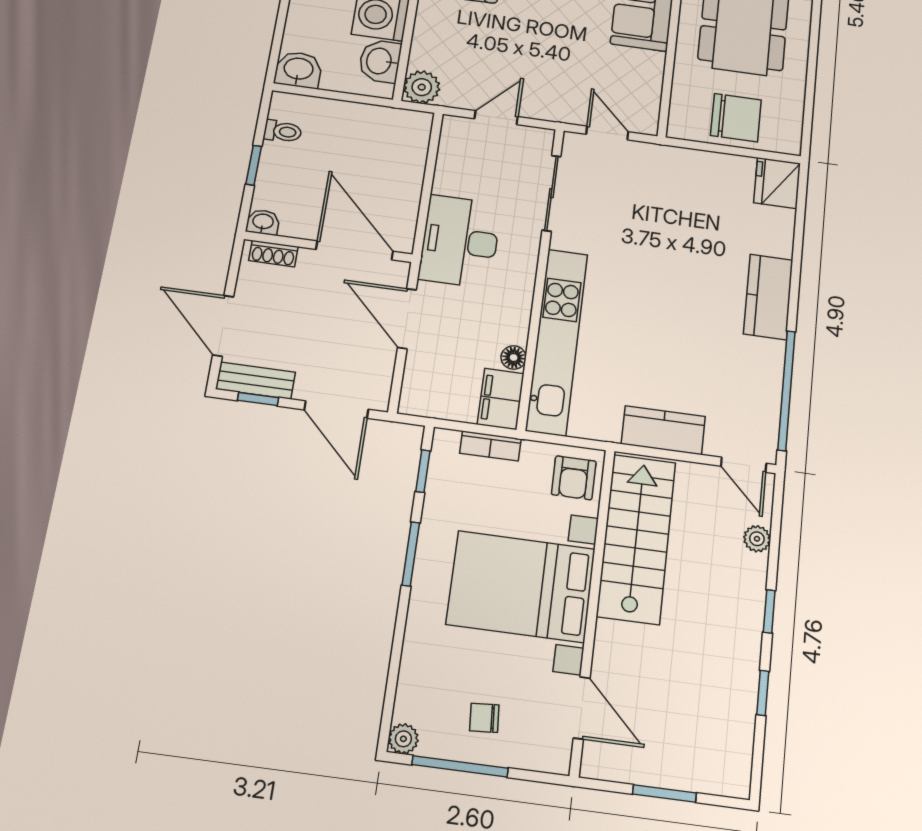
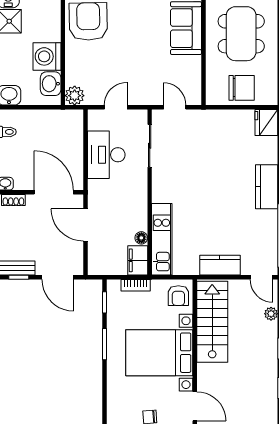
desk: (460, 241) -> (106, 155), moved
kitchen unit: (557, 341) -> (162, 239), width x0.73

